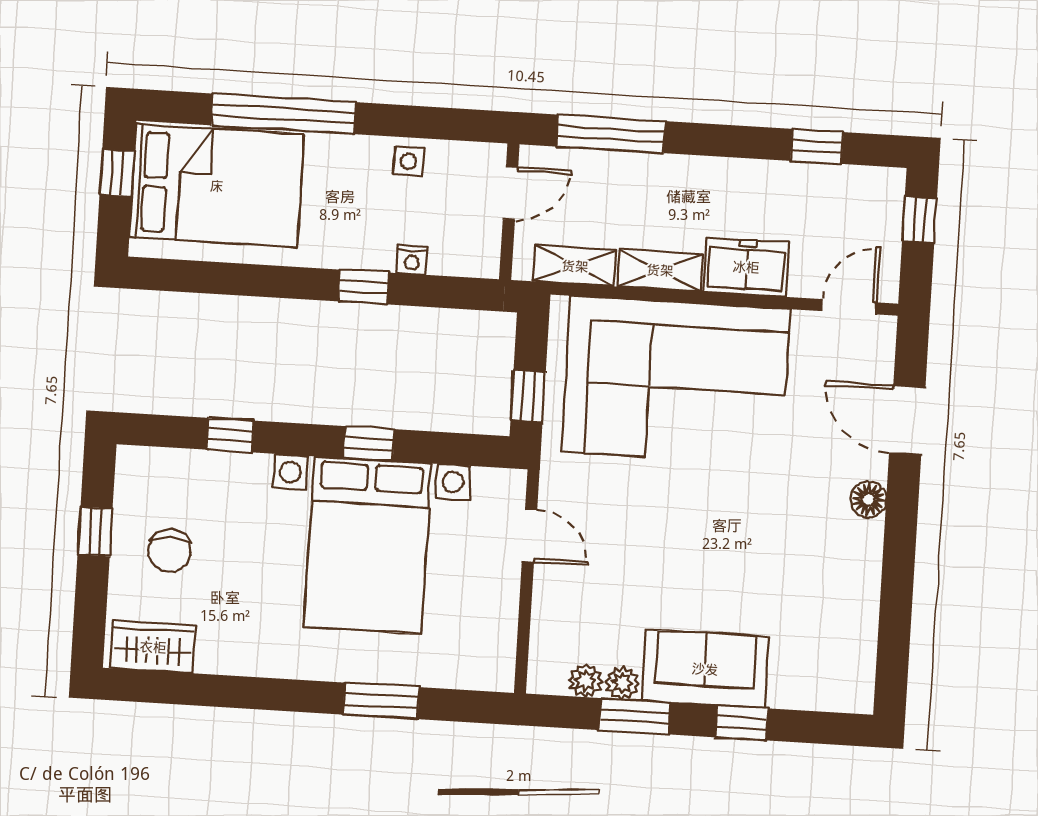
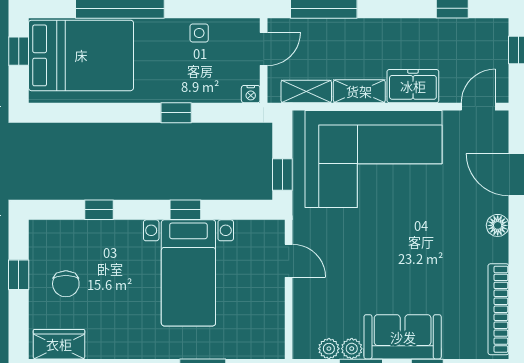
nightstand: (412, 260) -> (251, 94), moved
bed with nightstands: (368, 545) -> (188, 273), width x0.73
bookcase: (861, 634) -> (498, 309), added

